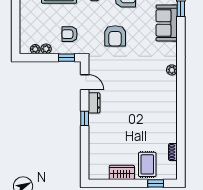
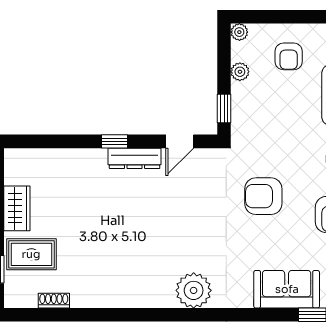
armchair: (70, 34) -> (289, 56), moved, turned 180
plant: (35, 49) -> (239, 32), moved
plant: (172, 70) -> (194, 290), width x1.88, depth x1.88
dresser: (94, 103) -> (135, 158), width x1.44

